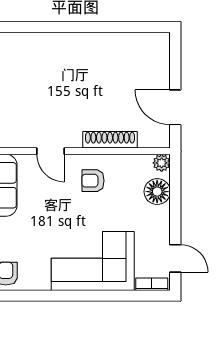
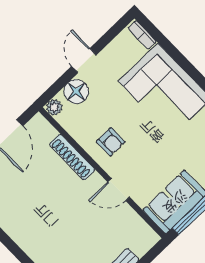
door: (51, 151) -> (119, 190), swing flipped
door: (175, 258) -> (84, 61), moved

